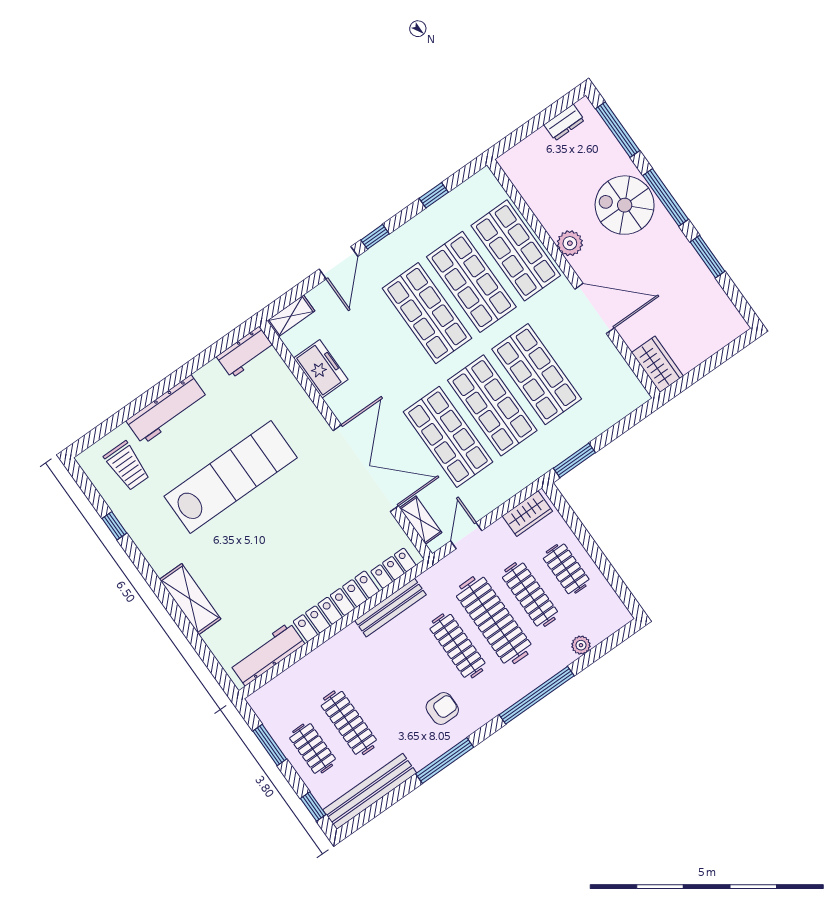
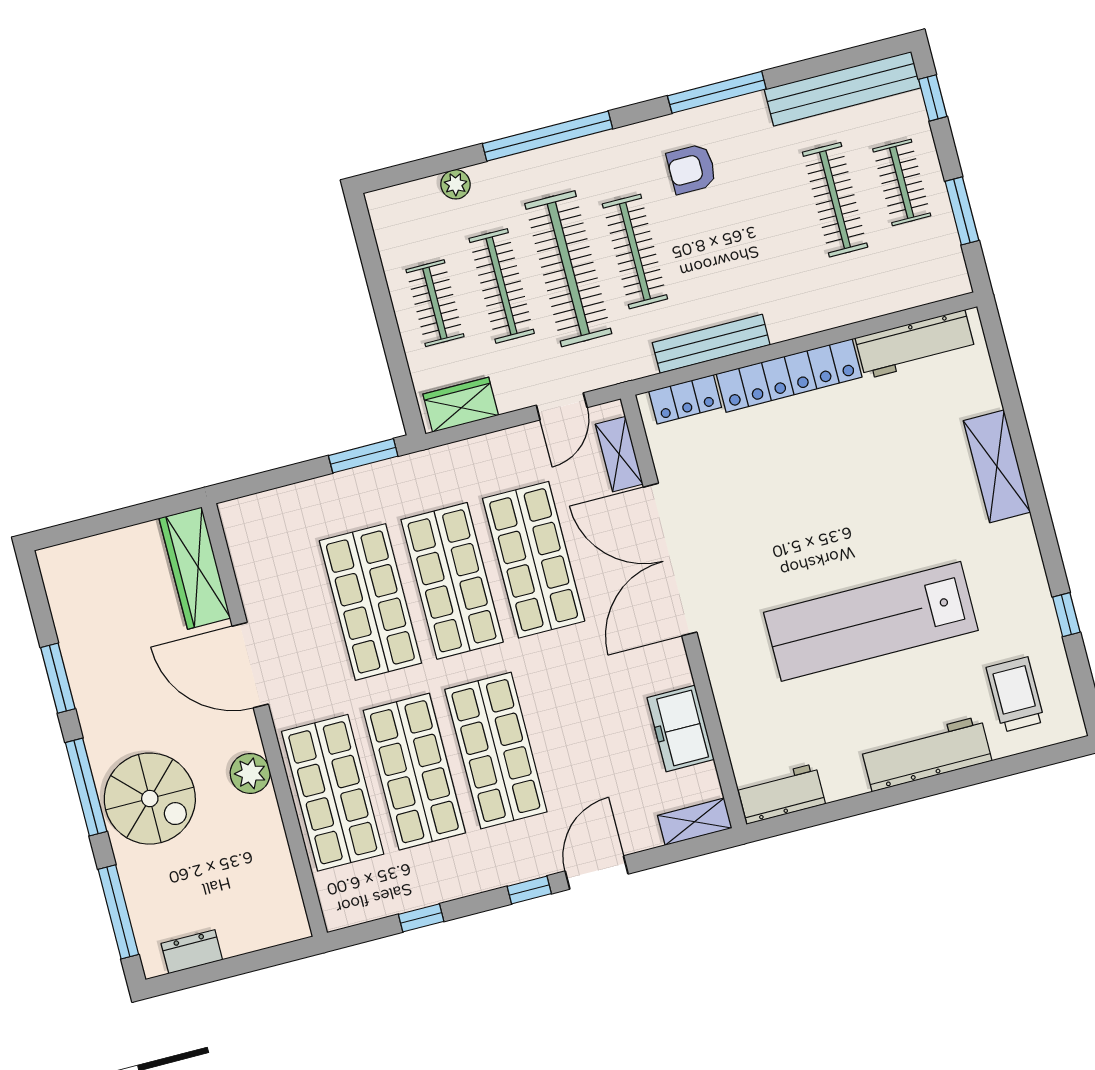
wardrobe: (657, 364) -> (195, 568), width x1.50

